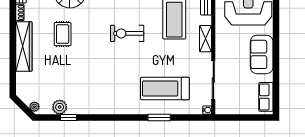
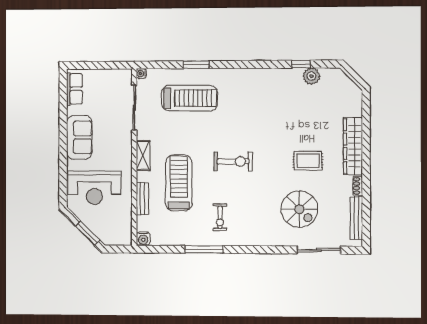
rug: (63, 34) -> (308, 161), turned 90
plant: (34, 107) -> (341, 76), removed

